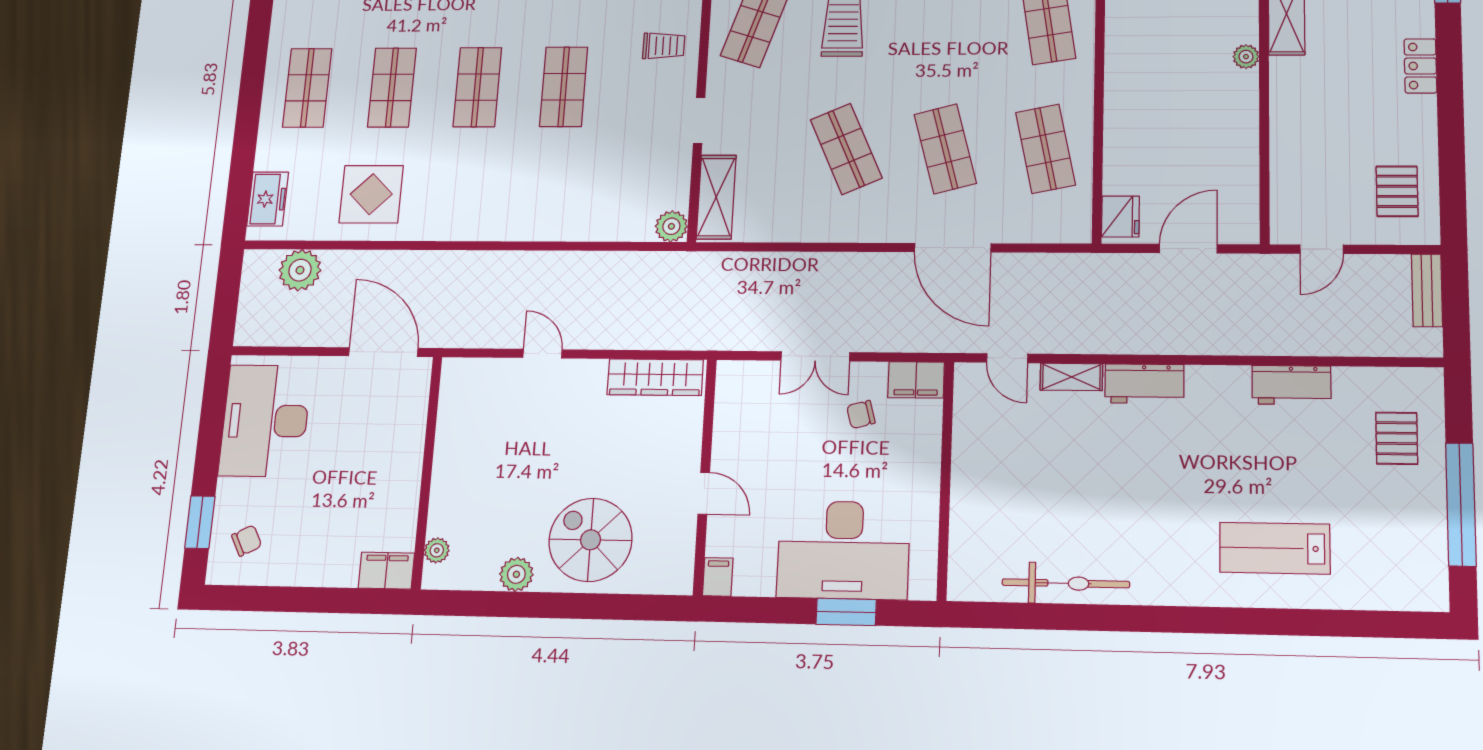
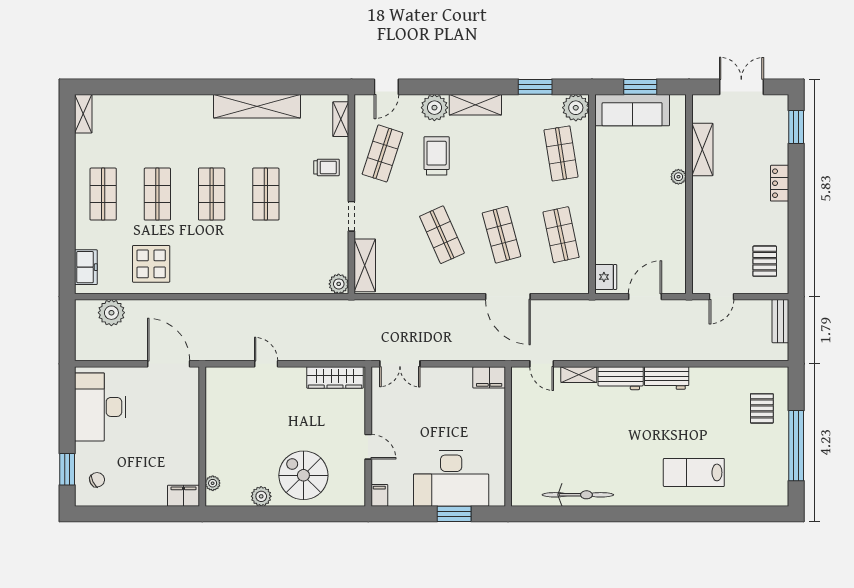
double door: (815, 356) -> (400, 364), moved
workbench: (1291, 385) -> (667, 378), moved
chair: (861, 415) -> (458, 398), removed

